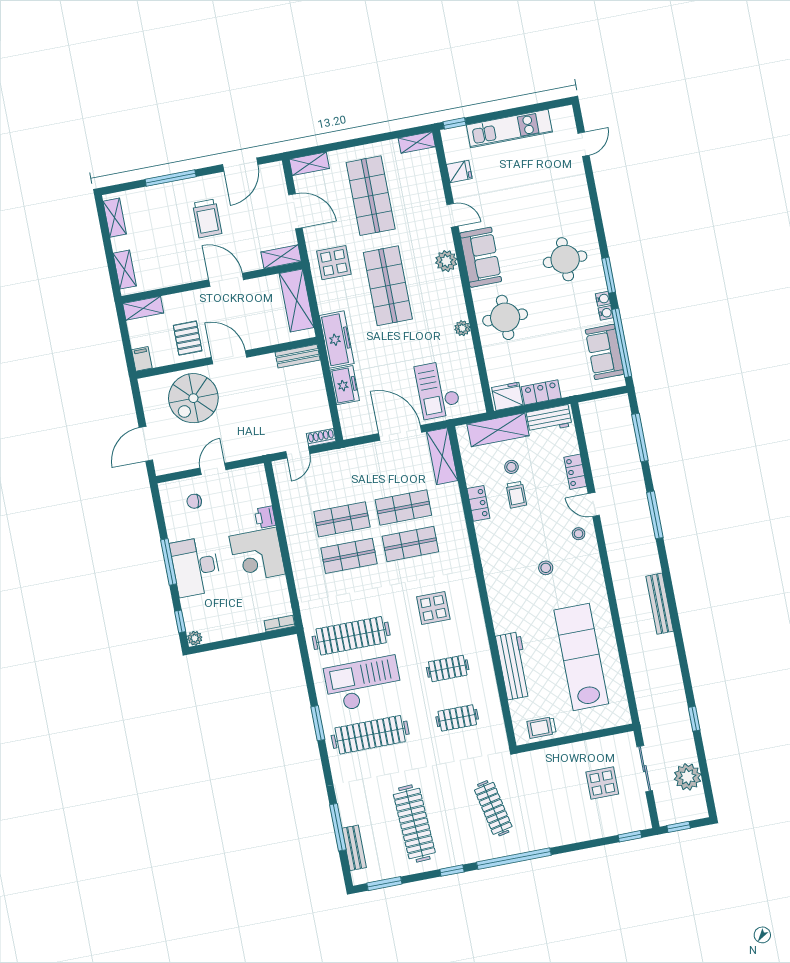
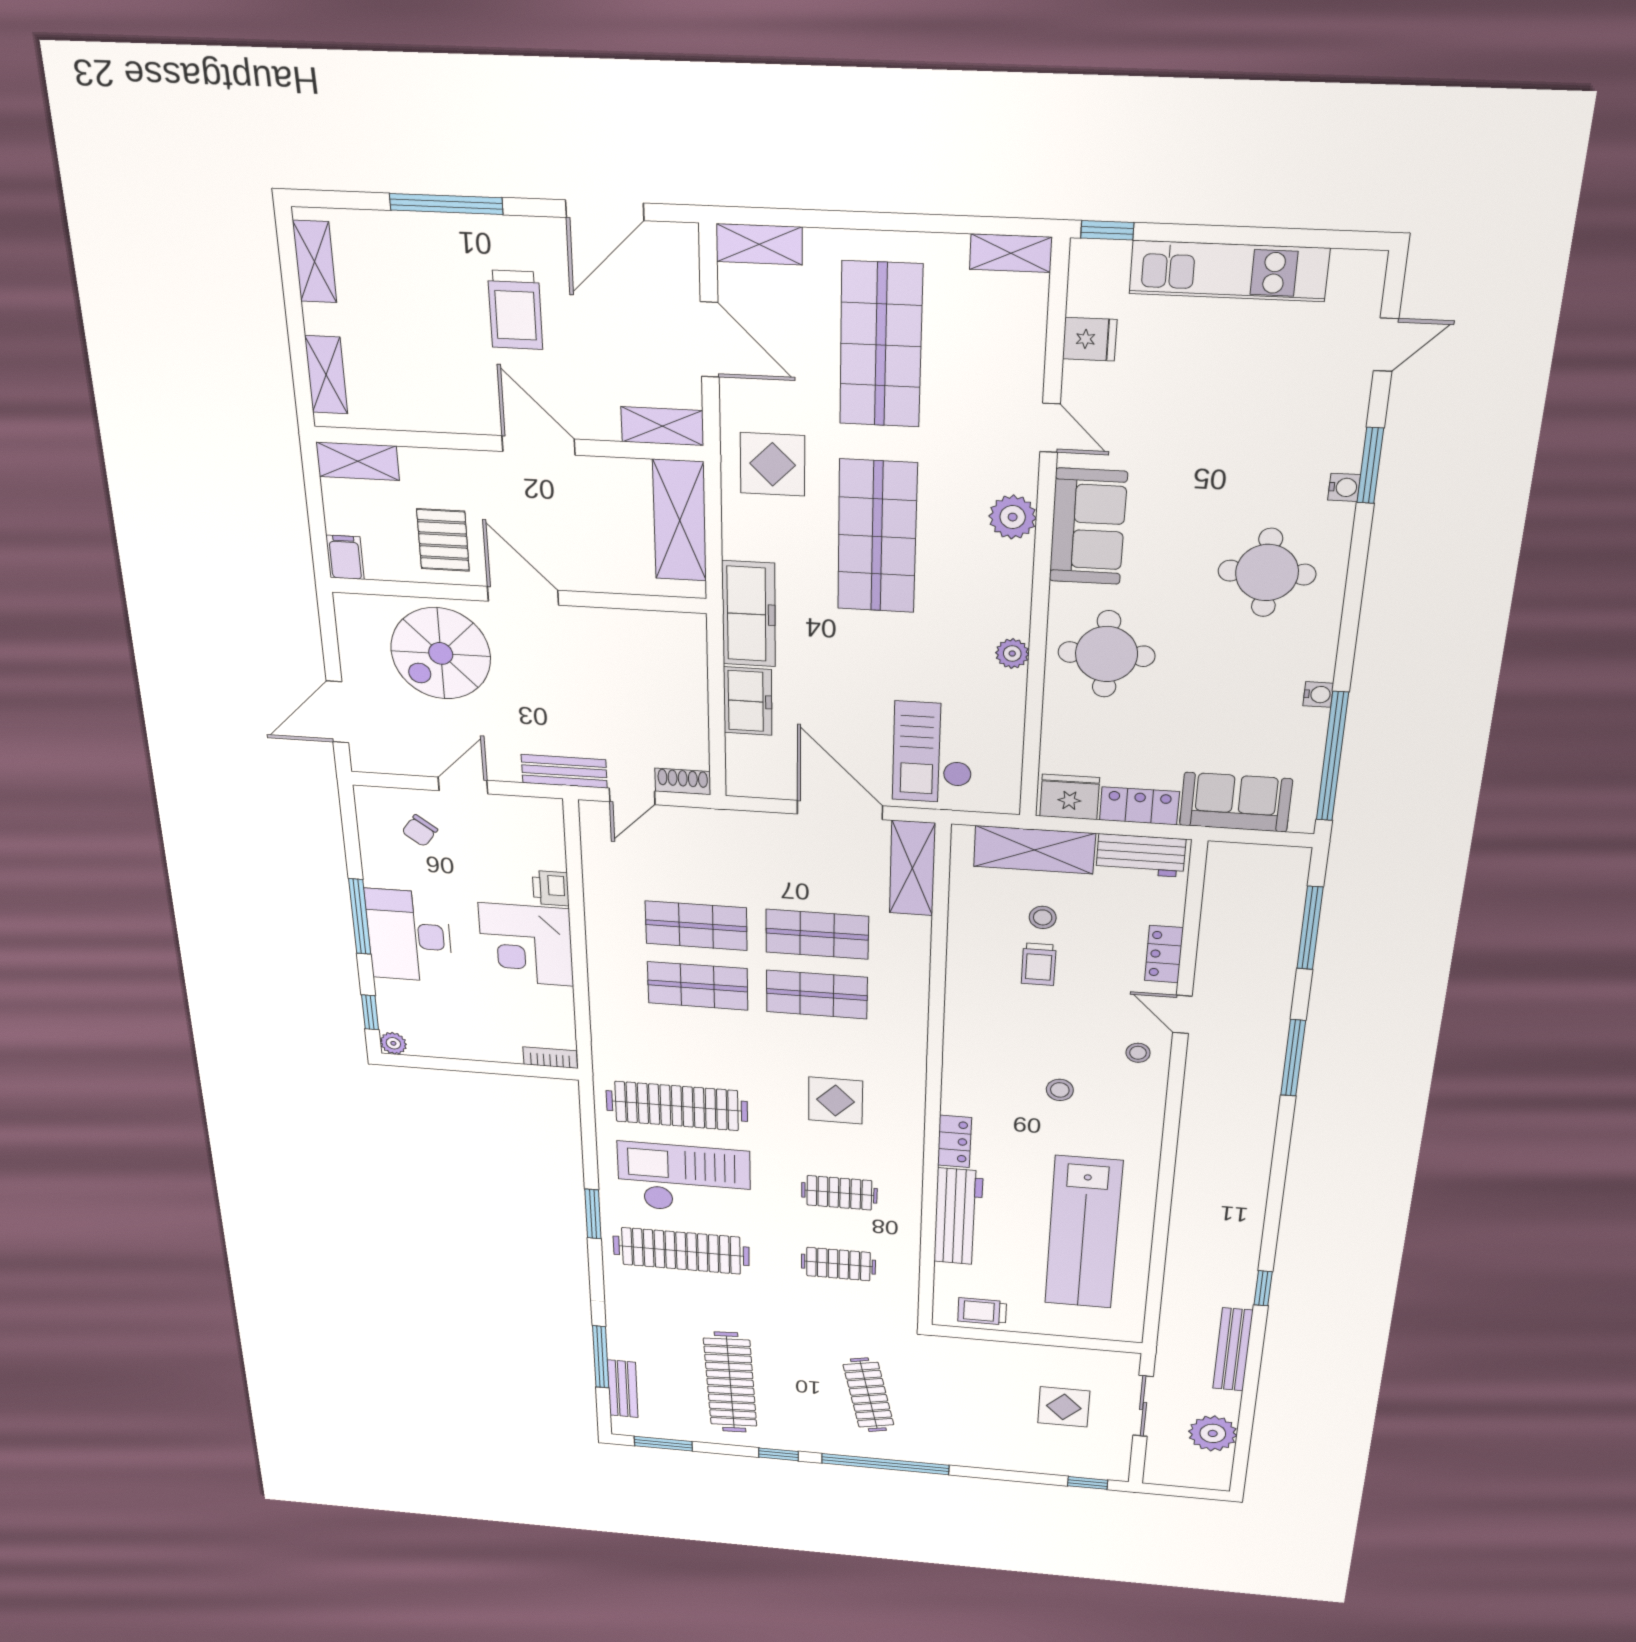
window: (609, 275) -> (1370, 465), moved
water cooler: (603, 299) -> (1344, 487), moved
sofa: (605, 352) -> (1236, 802), moved, turned 90
bench: (298, 356) -> (564, 771), moved
chair: (194, 501) -> (420, 831), turned -60
locker: (478, 503) -> (954, 1141), moved
bench: (660, 604) -> (1233, 1350), moved
lab bench: (581, 657) -> (1083, 1233), turned 180
window: (694, 719) -> (1263, 1288), moved
window: (679, 827) -> (1174, 1491), removed

